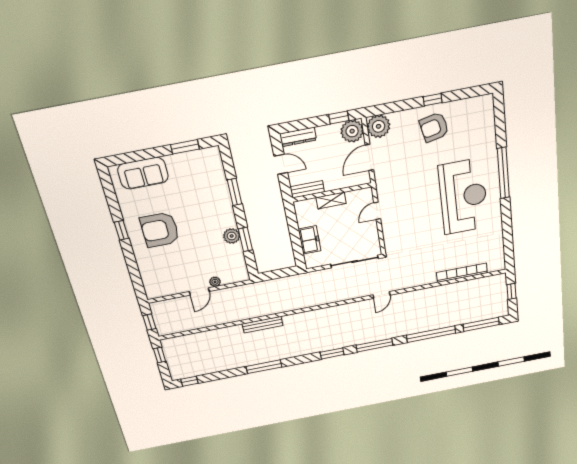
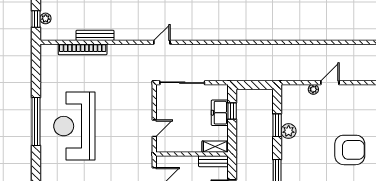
window: (503, 173) -> (36, 121), moved
shelving: (331, 200) -> (215, 147), moved
window: (297, 244) -> (232, 111), added
plant: (502, 294) -> (46, 18), added
bench: (262, 325) -> (95, 35), moved

